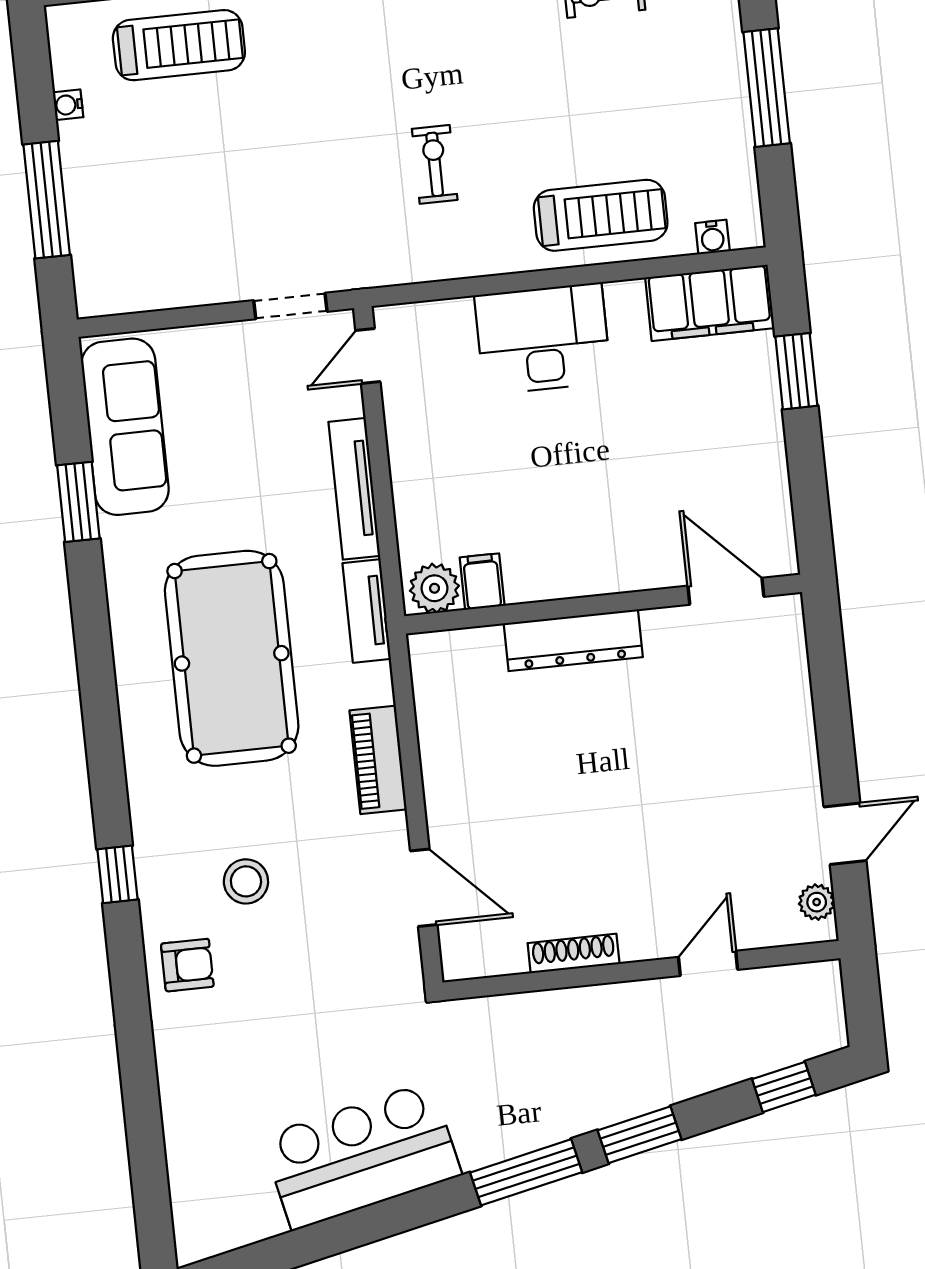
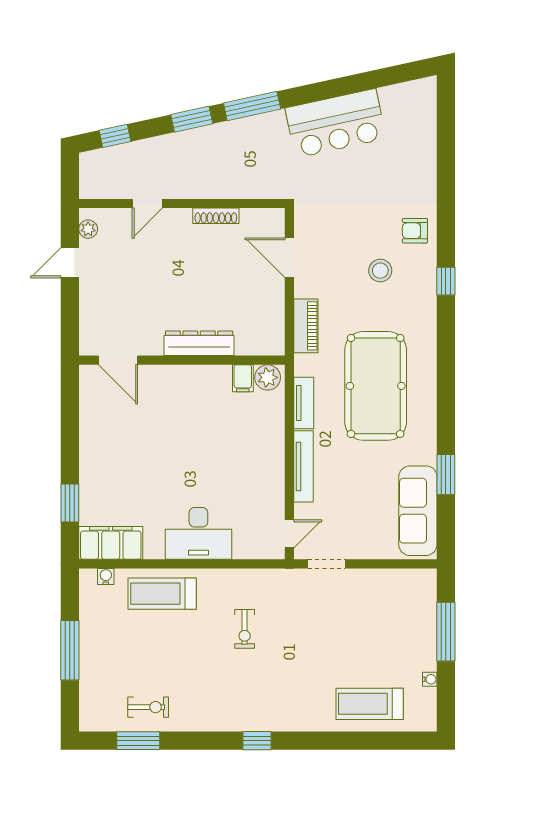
filing cabinet: (482, 582) -> (243, 378), moved
plant: (434, 588) -> (268, 377), moved
door: (726, 591) -> (118, 360), moved
wall: (603, 604) -> (182, 360), moved
dresser: (573, 640) -> (199, 343), moved

